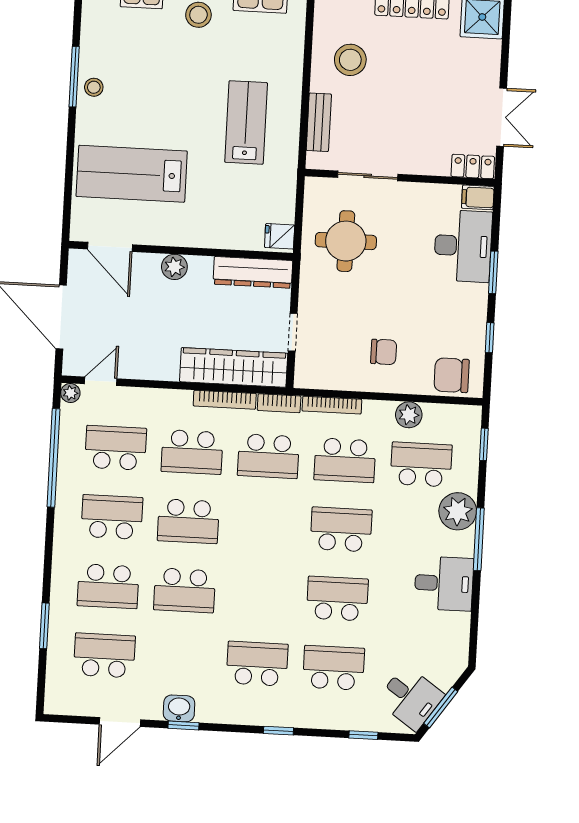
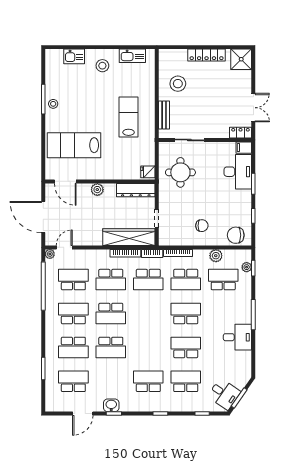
plant: (458, 511) -> (247, 267), moved, width x0.53, depth x0.53

